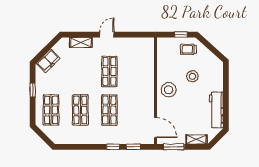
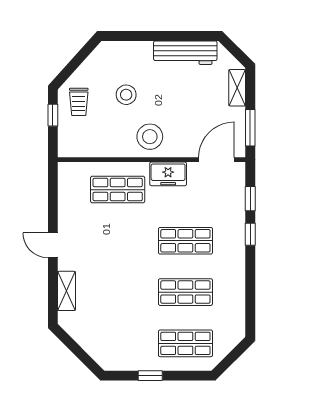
freezer: (48, 61) -> (168, 174), moved, turned 135
shop shelf: (109, 71) -> (118, 190), moved

